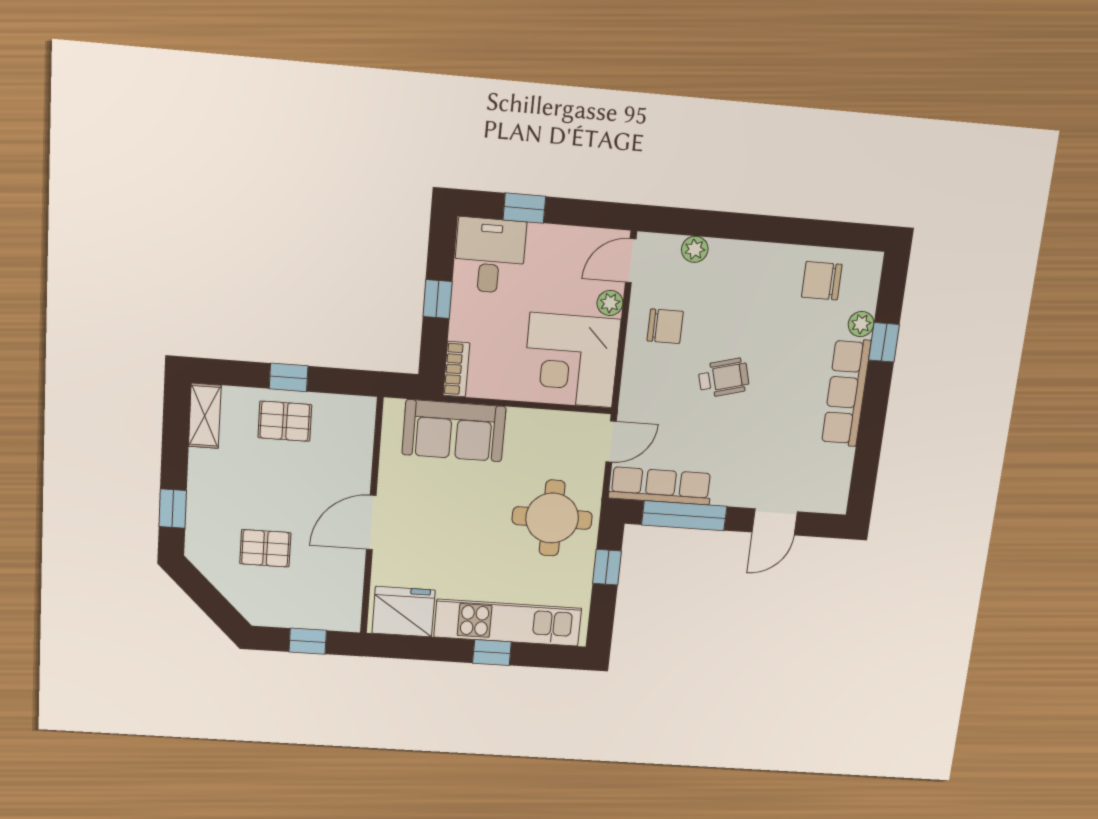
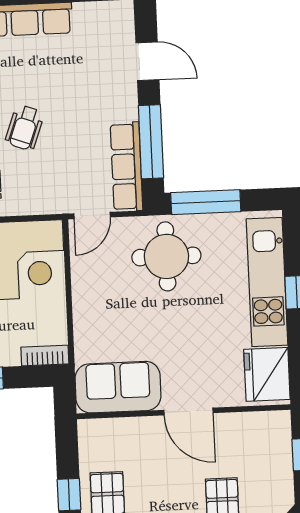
wheelchair: (724, 378) -> (25, 128), turned -145
sofa: (454, 431) -> (118, 387), moved, turned -90
door: (611, 442) -> (92, 215), swing flipped
window: (607, 567) -> (206, 202), width x2.17

